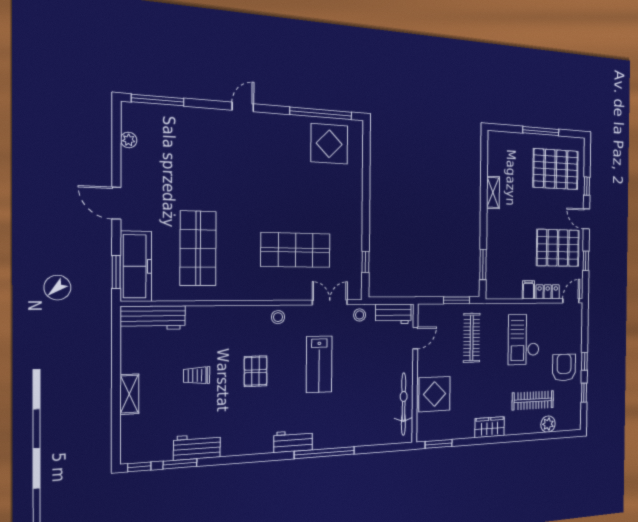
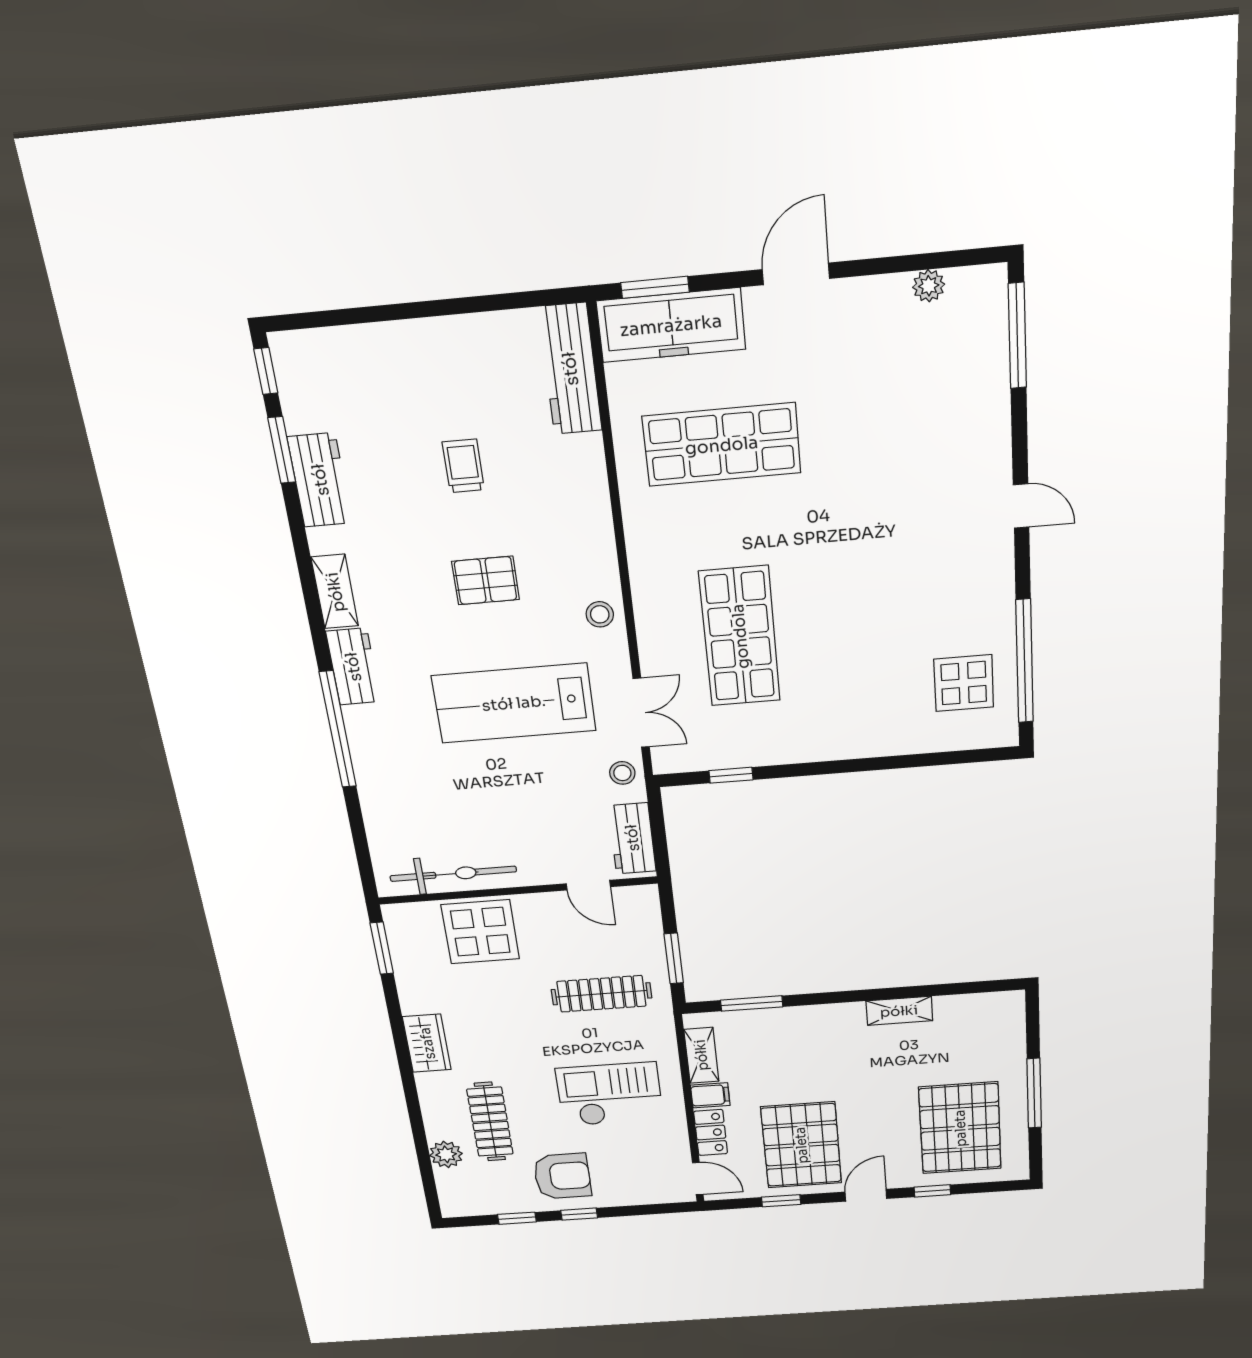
display table: (329, 144) -> (964, 683), width x0.73, depth x0.73
shelving: (508, 292) -> (701, 1055), added
lab bench: (319, 364) -> (514, 703), width x1.36, depth x1.39
shelving: (129, 394) -> (335, 592), moved, turned 90

